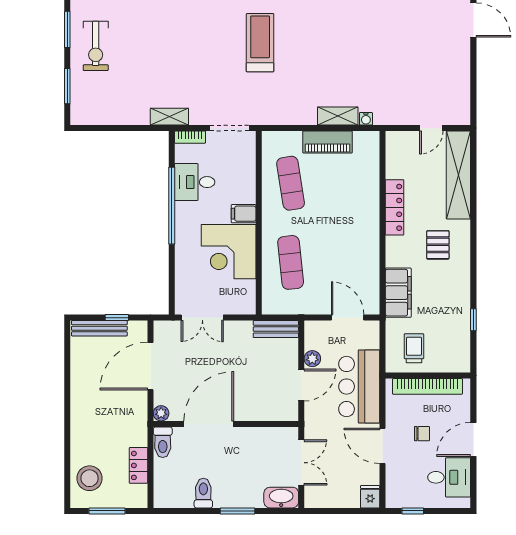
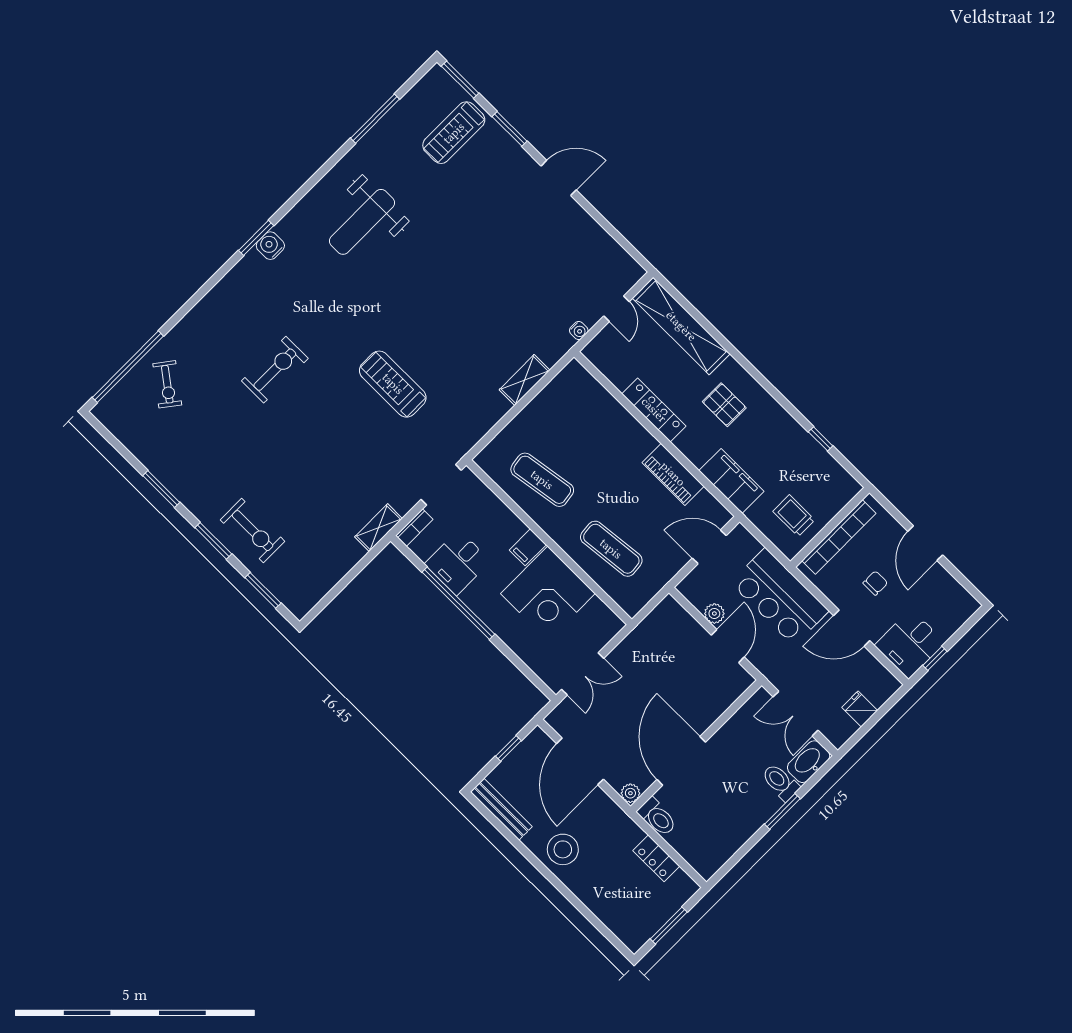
water cooler: (366, 119) -> (579, 330), moved
piano: (328, 142) -> (673, 474), moved, turned 90
bench: (99, 328) -> (501, 809), moved, turned 90
bench: (276, 329) -> (657, 620), removed
double door: (301, 463) -> (795, 714), swing flipped
desk: (449, 477) -> (910, 644), moved, turned 180
stool: (90, 478) -> (563, 849), moved
toilet: (203, 493) -> (780, 782), moved
fridge: (370, 497) -> (860, 709), moved

